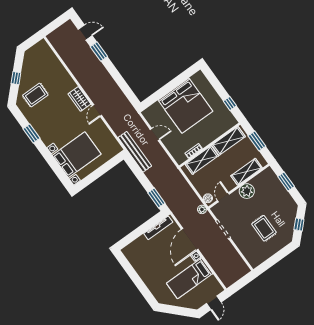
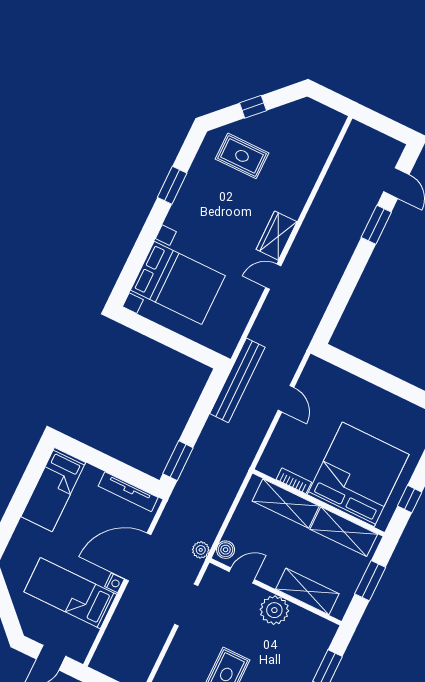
bed: (185, 106) -> (358, 474), moved, turned 180
bed: (139, 261) -> (53, 490), added

